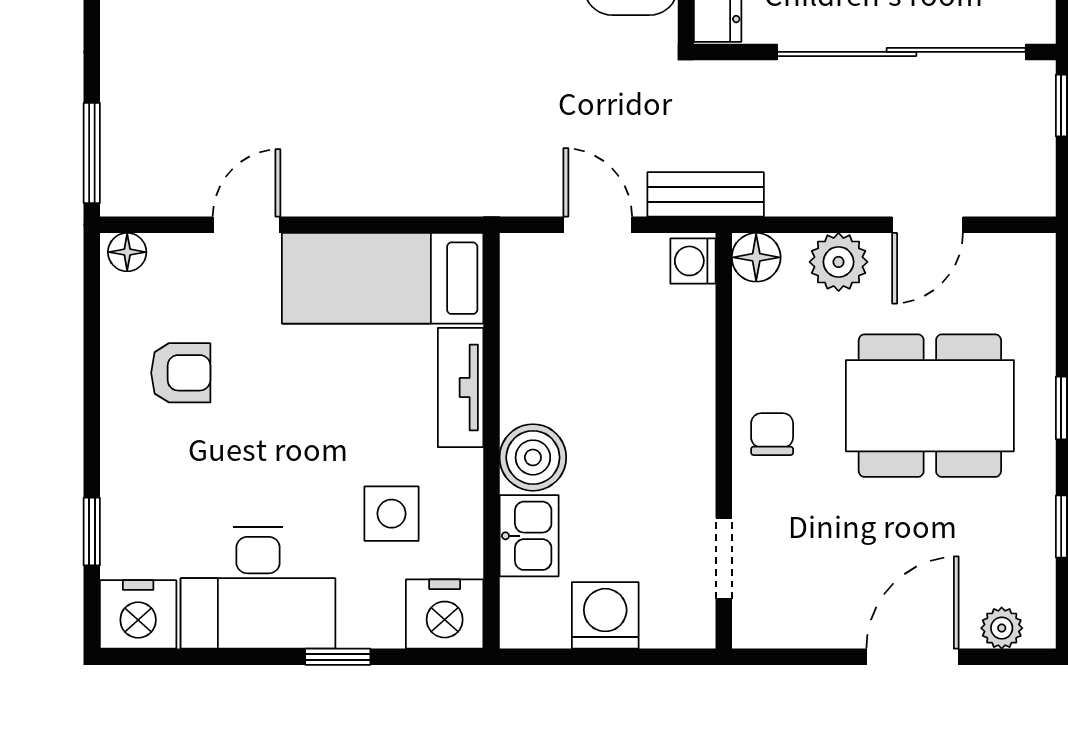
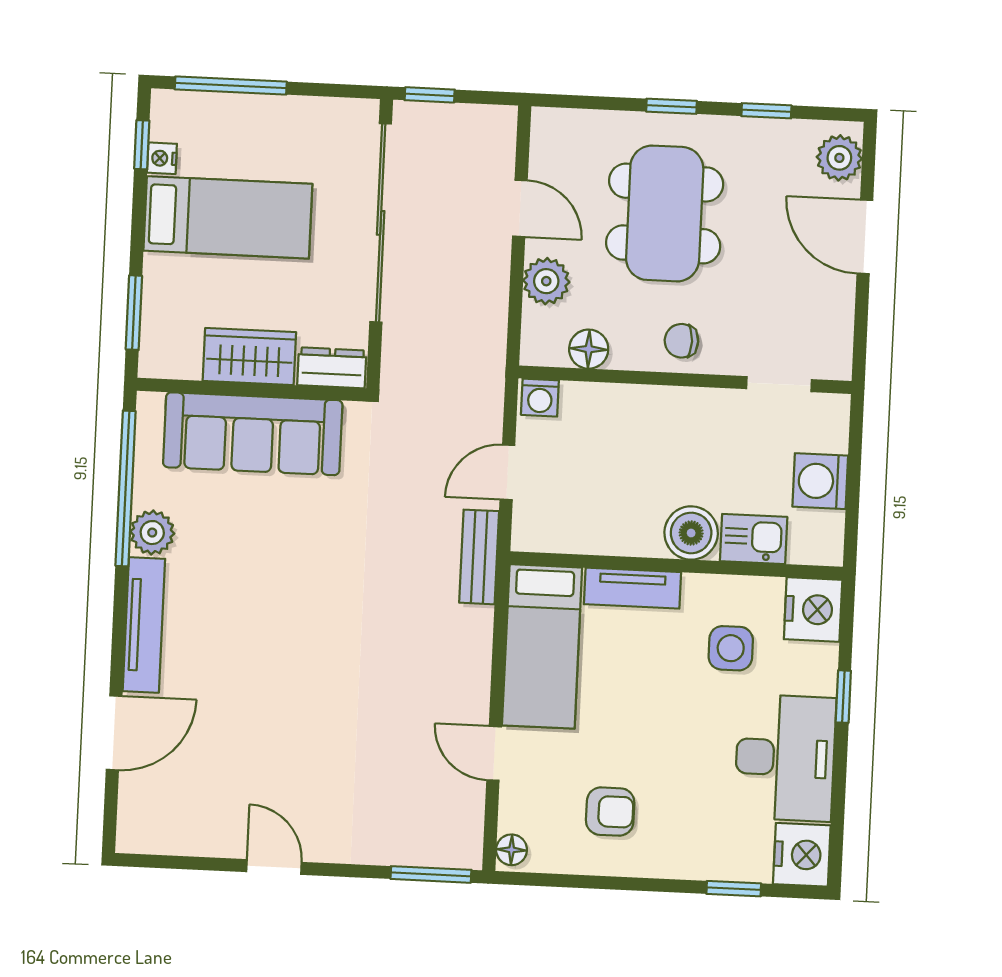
bench: (706, 194) -> (479, 557), moved
floor lamp: (756, 257) -> (589, 349), moved
armchair: (181, 373) -> (610, 812), turned 90
plant: (1002, 628) -> (839, 158), width x1.38, depth x1.38

